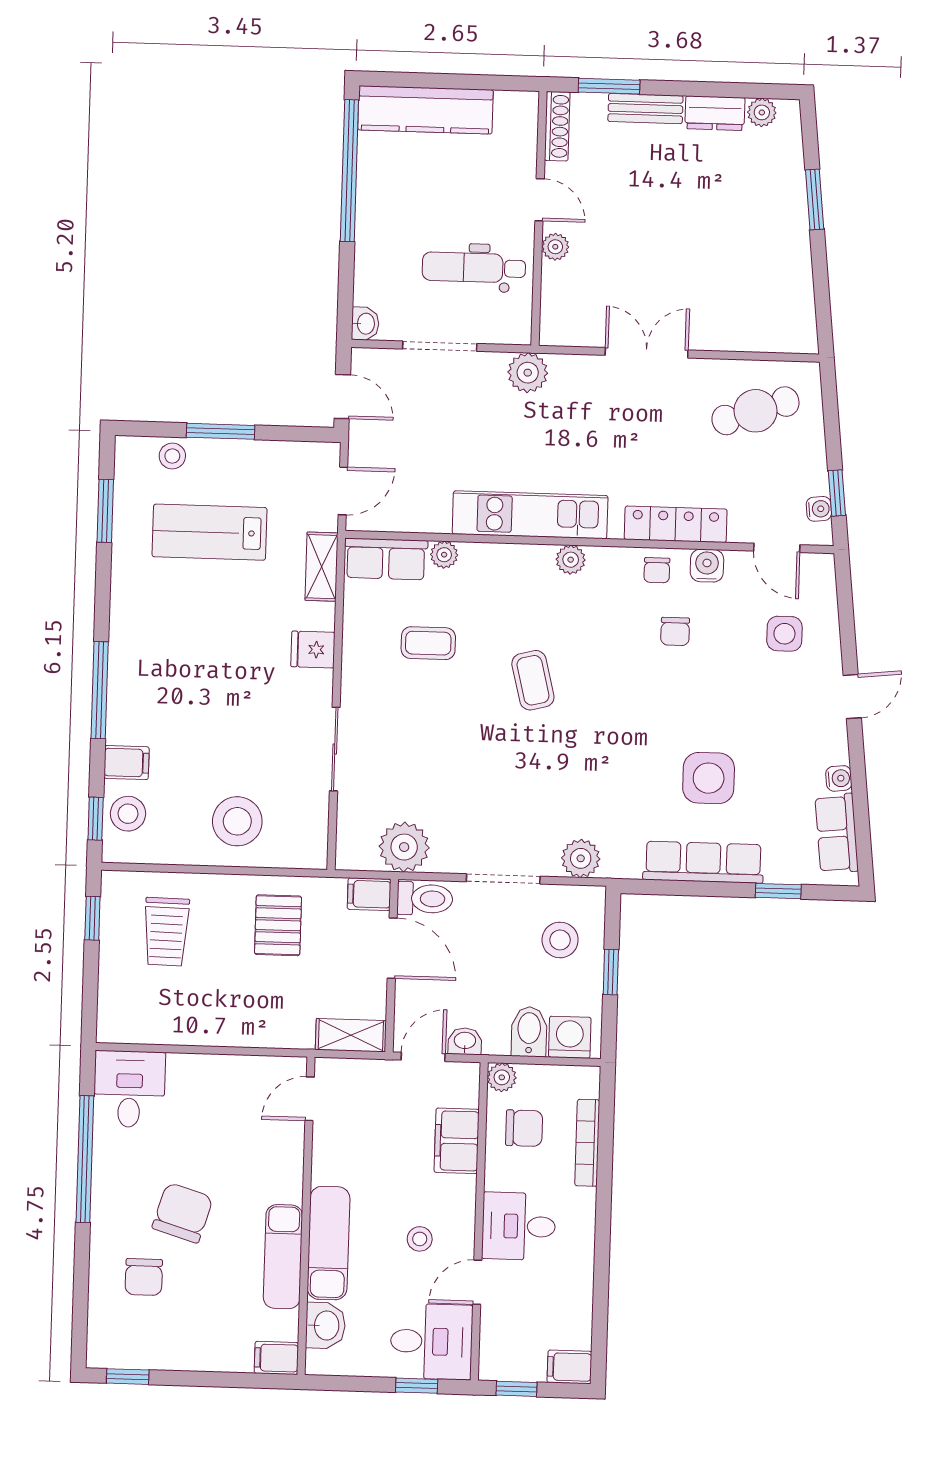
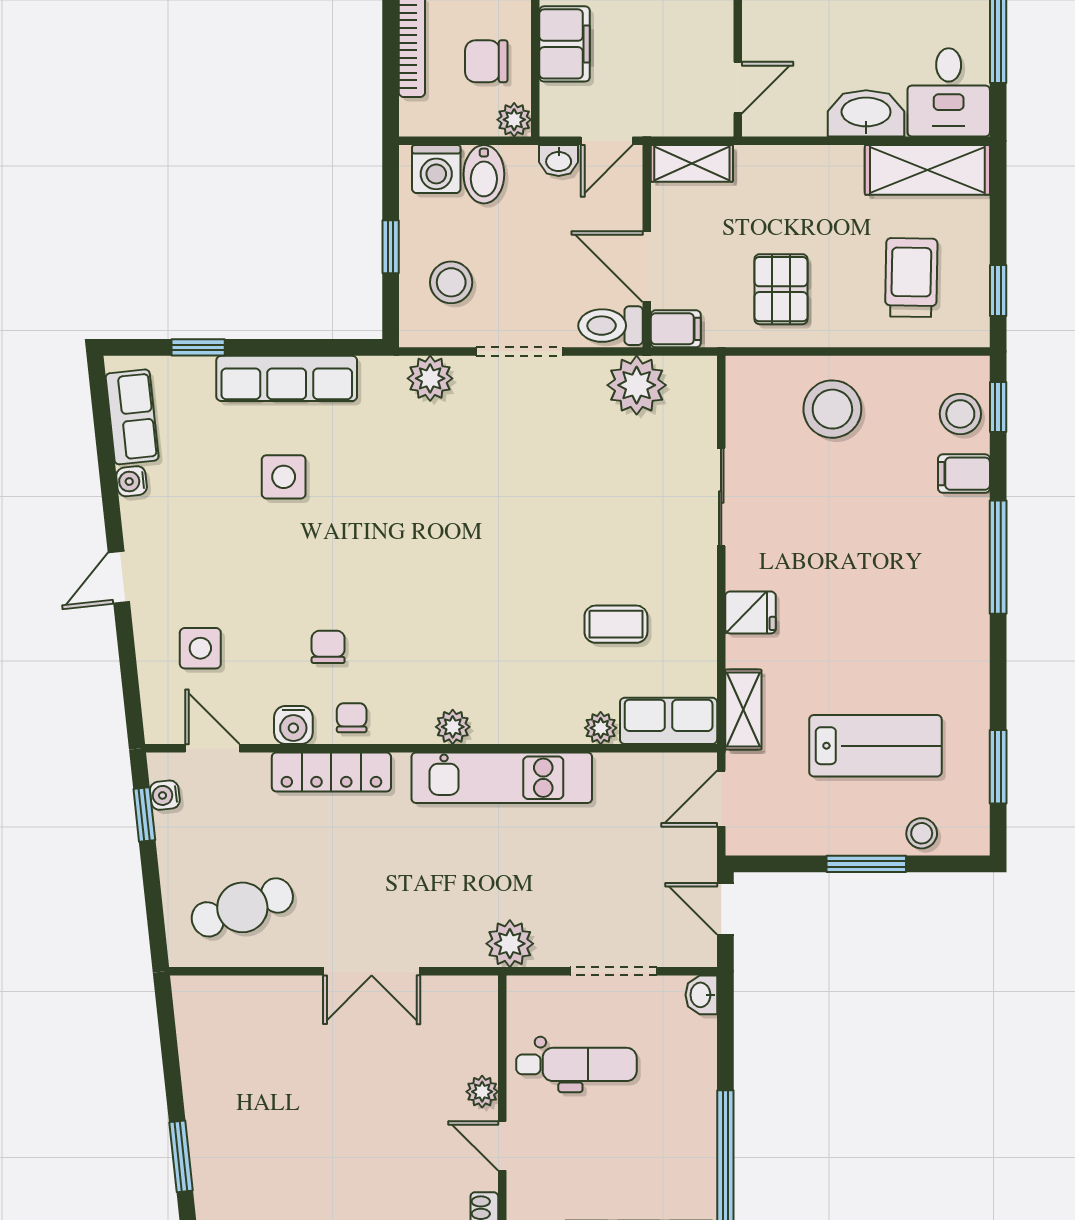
coffee table: (533, 680) -> (492, 585), removed
side table: (709, 778) -> (284, 477), width x0.73, depth x0.73
shelving: (150, 1023) -> (927, 170), added
washbasin: (201, 1073) -> (866, 113), added

